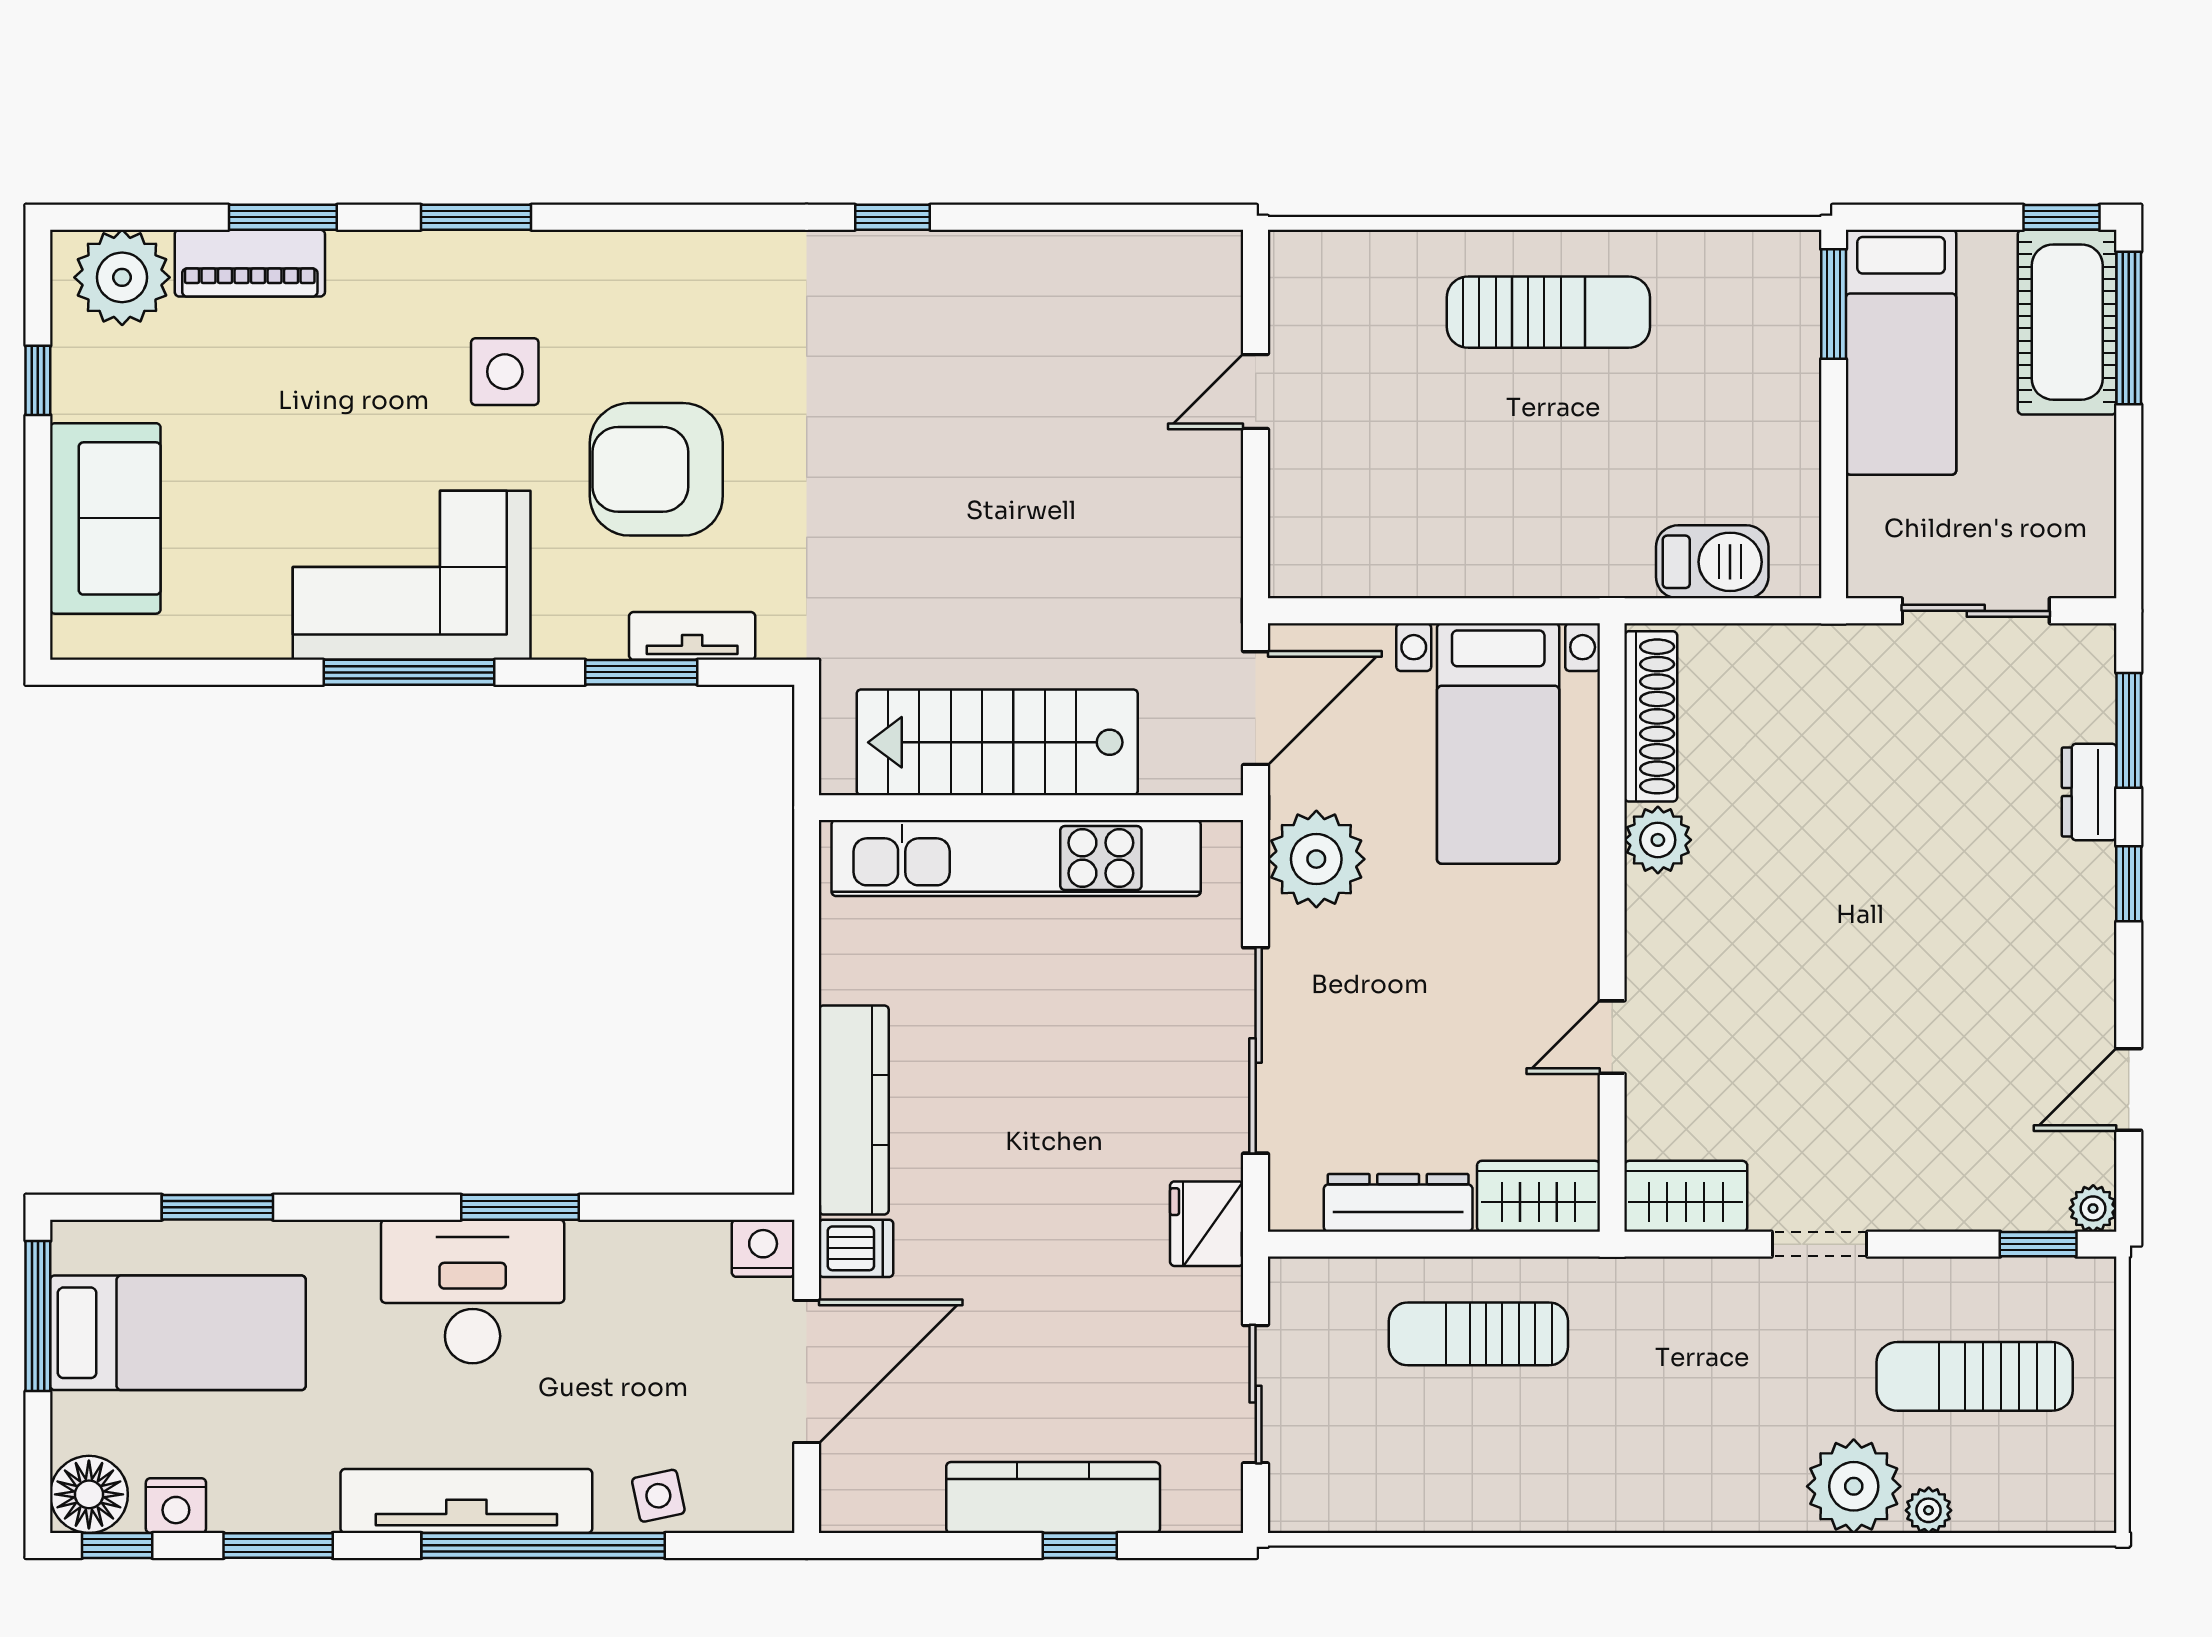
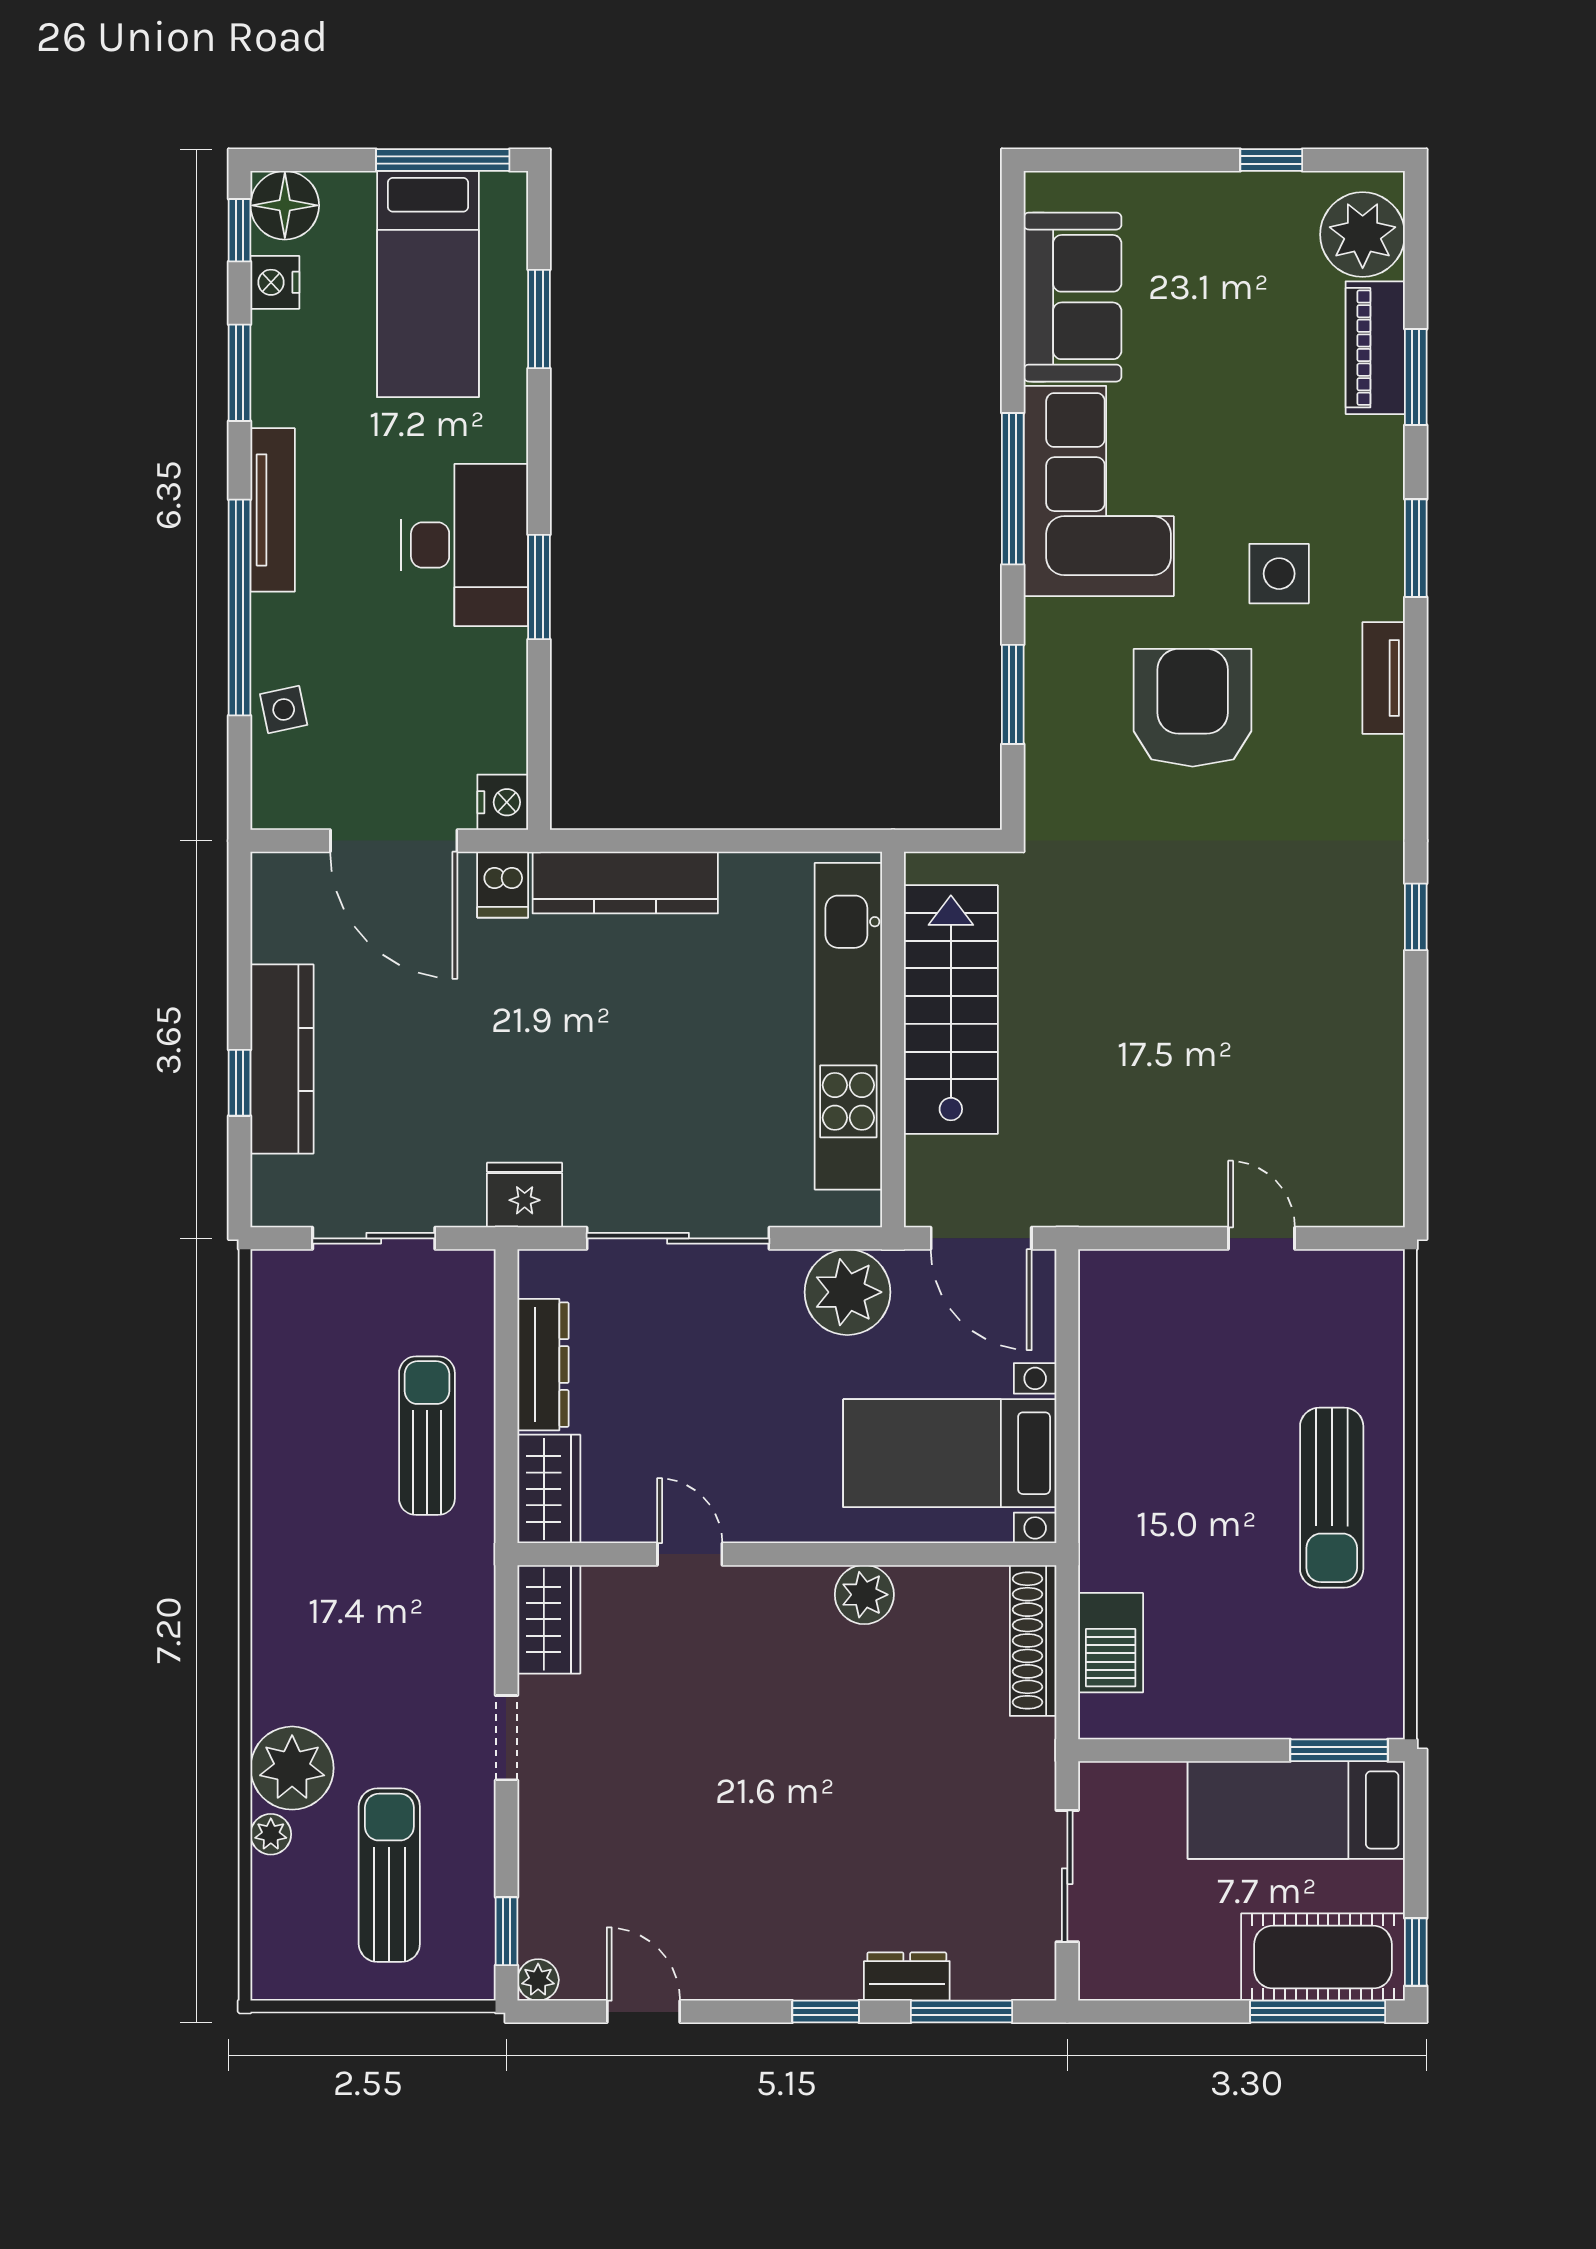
sofa: (105, 518) -> (1073, 297), moved, turned -90
tv unit: (692, 636) -> (1384, 678), moved, turned 180
shoe rack: (1651, 716) -> (1033, 1641), moved, turned 90
tv unit: (466, 1501) -> (273, 510), width x0.73, depth x0.78

